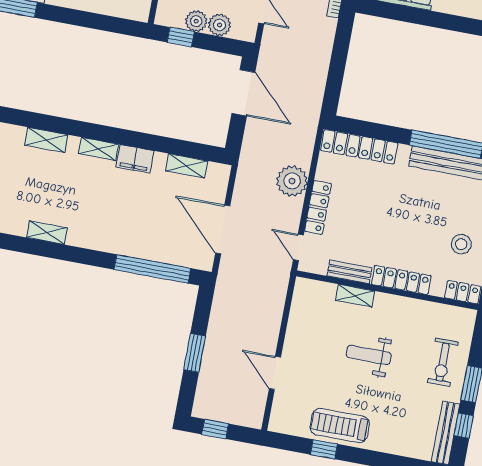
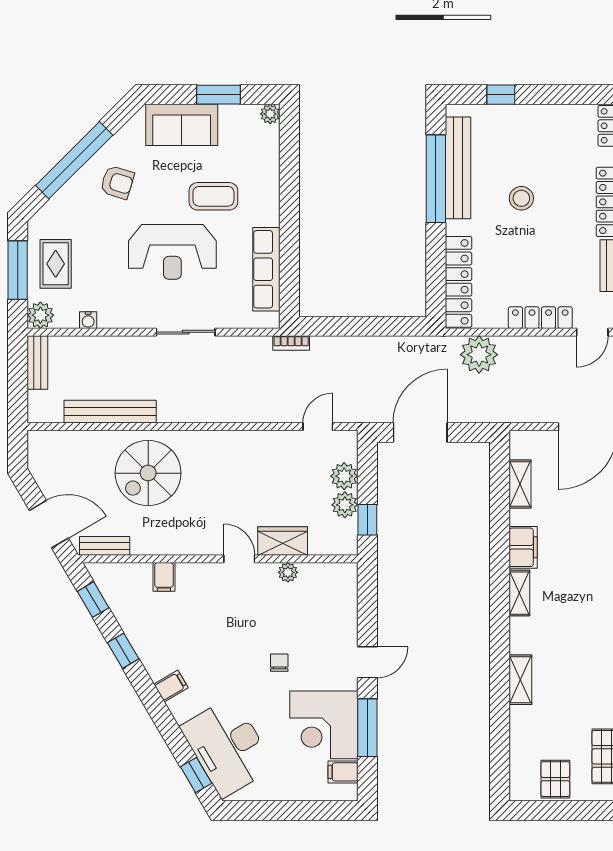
door: (66, 15) -> (367, 662), added
shelving: (46, 140) -> (520, 680), moved
plant: (292, 181) -> (479, 355), moved
stool: (461, 244) -> (521, 198), moved

